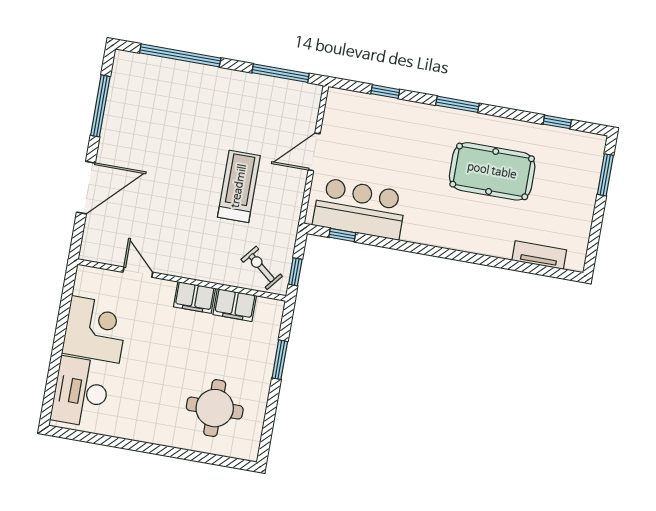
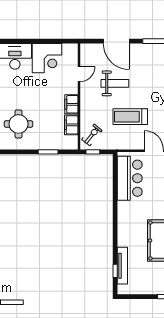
treadmill: (239, 186) -> (130, 117), turned 180
weight bench: (168, 205) -> (115, 83), added
window: (342, 235) -> (115, 271), moved
tv unit: (539, 255) -> (122, 266), width x1.41

